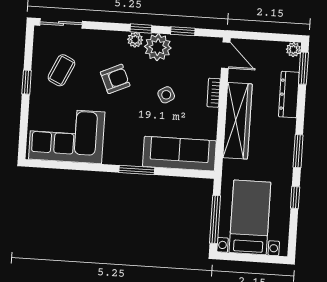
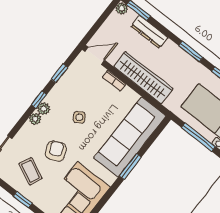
plant: (158, 47) -> (35, 119), moved, width x0.53, depth x0.53
armchair: (115, 79) -> (56, 151), moved
side table: (166, 95) -> (79, 117), moved
sofa: (179, 154) -> (130, 137), width x1.36, depth x1.27

